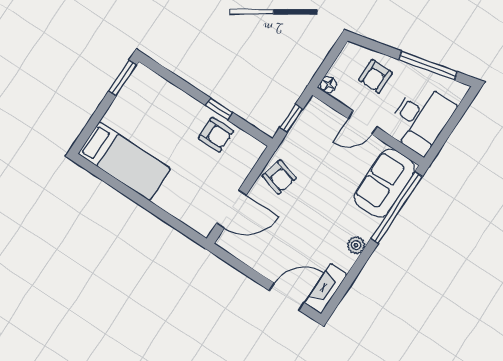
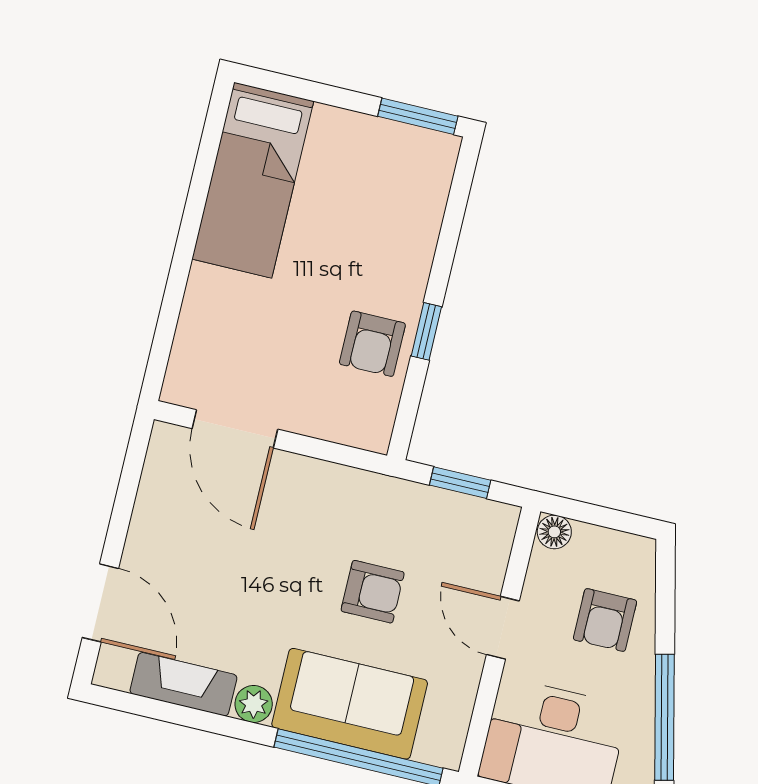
armchair: (375, 76) -> (605, 620), turned -90
armchair: (279, 177) -> (373, 592), moved, turned -105
sofa: (384, 183) -> (350, 704), moved
fireplace: (326, 289) -> (183, 684), moved

